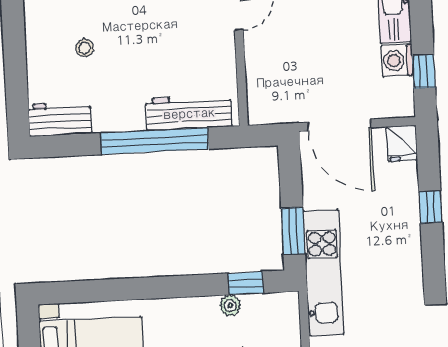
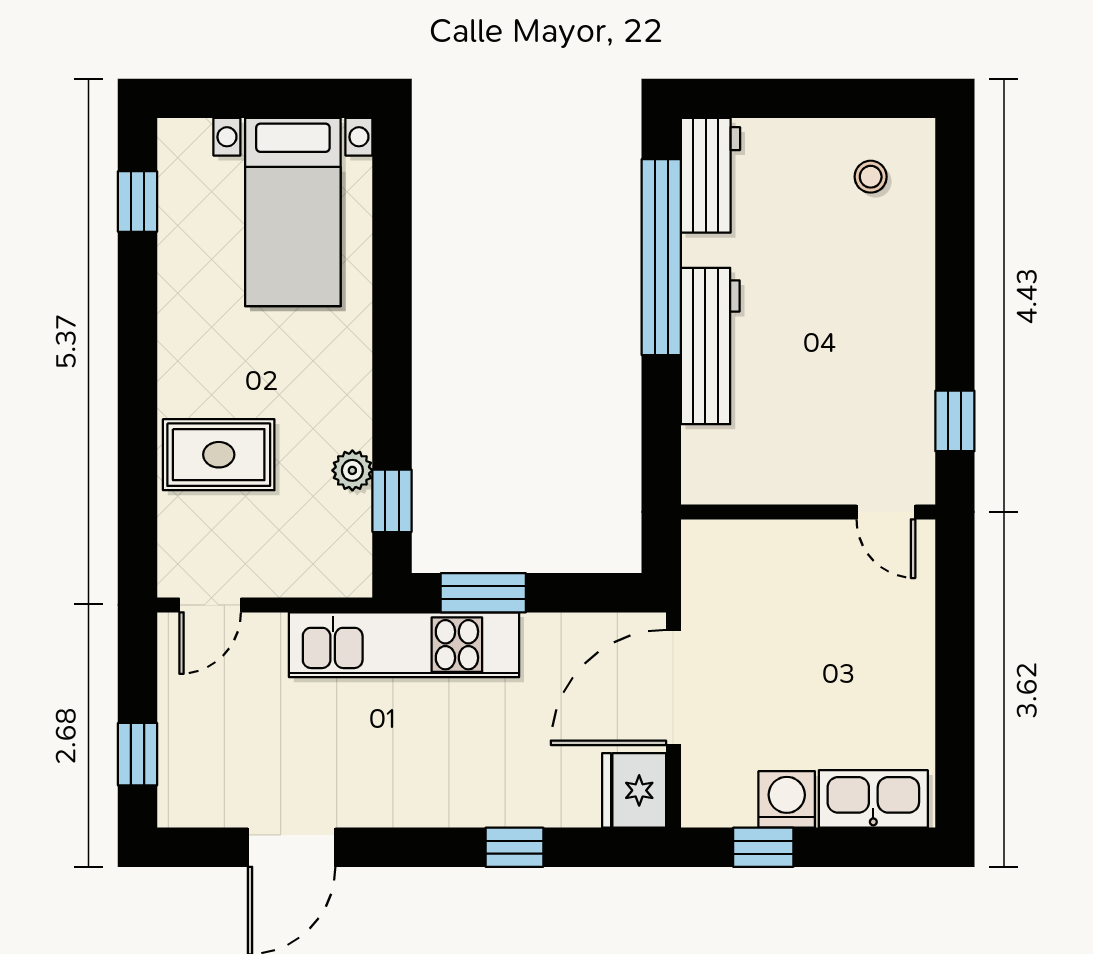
stool: (85, 48) -> (871, 177), moved
workbench: (189, 113) -> (710, 346), moved
window: (155, 141) -> (661, 257), moved
fridge: (402, 143) -> (634, 790), width x1.38

